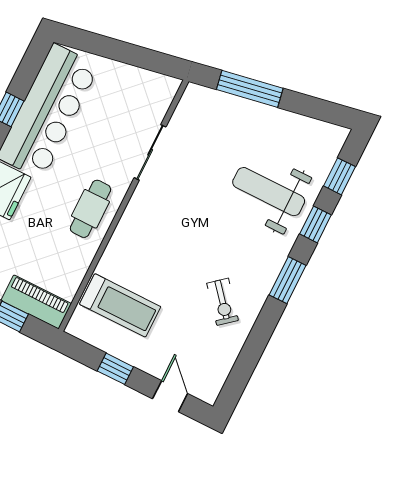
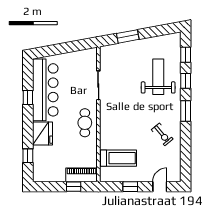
window: (250, 89) -> (128, 36), width x0.69
weight bench: (269, 192) -> (158, 77), turned 90
door: (170, 396) -> (160, 187), hinge flipped

